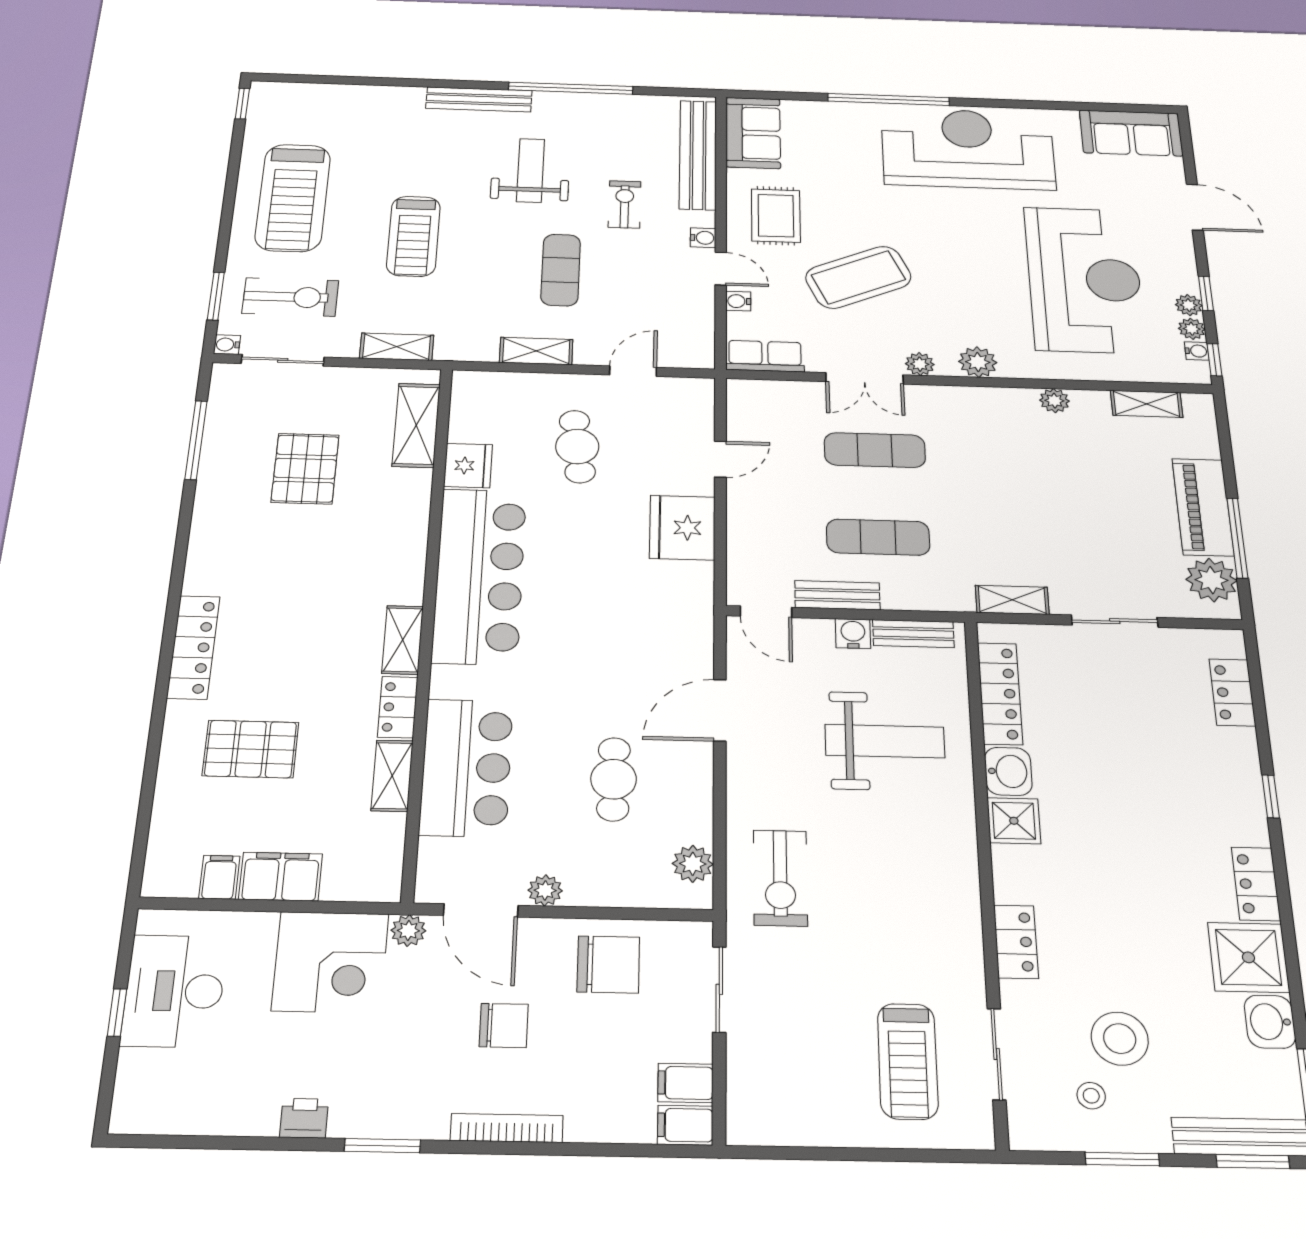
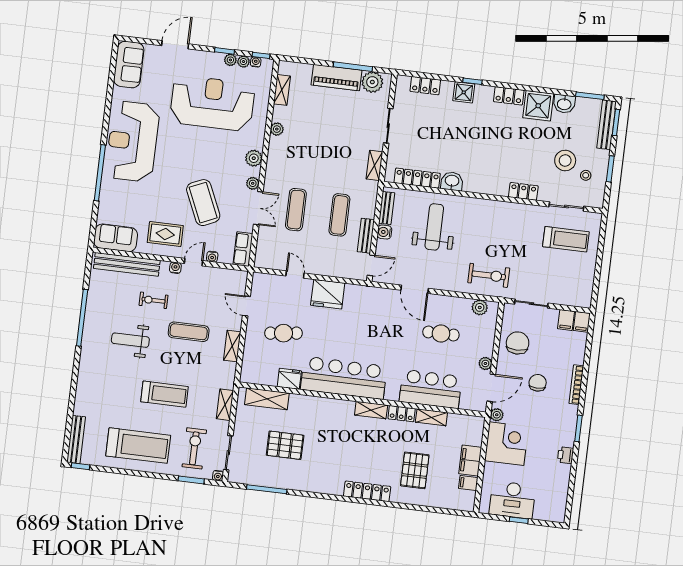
bench: (479, 99) -> (76, 440), moved
shower: (1014, 821) -> (464, 92), moved

